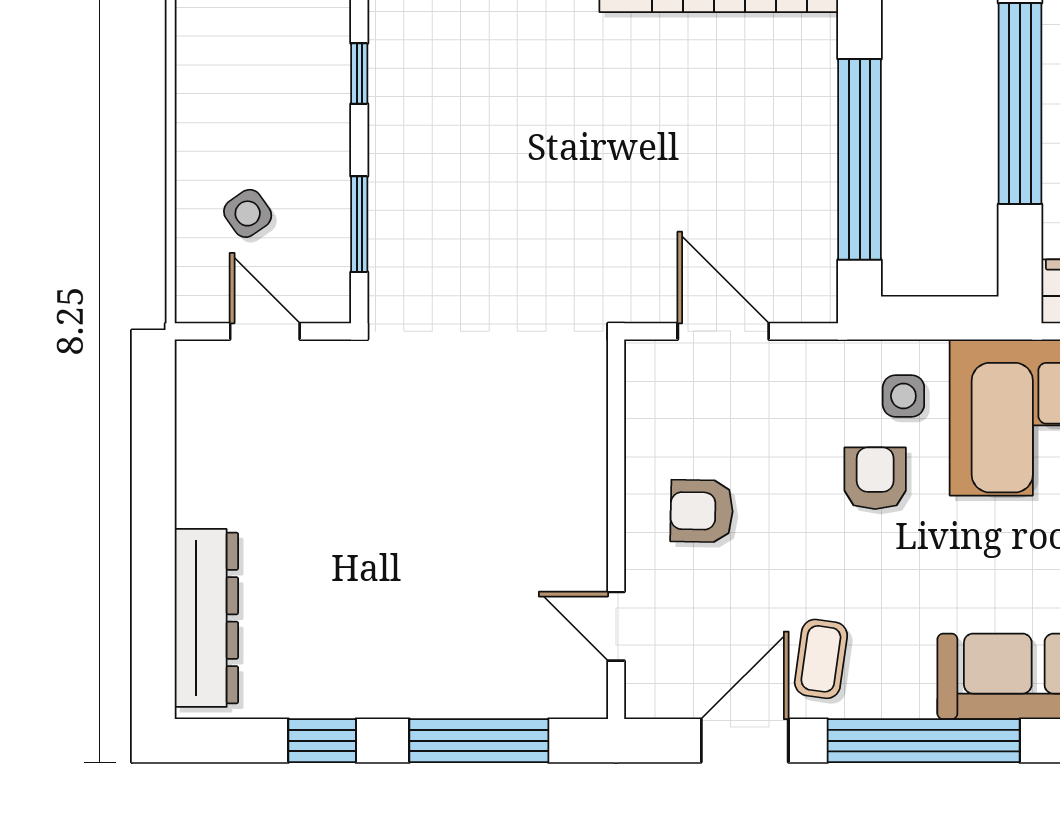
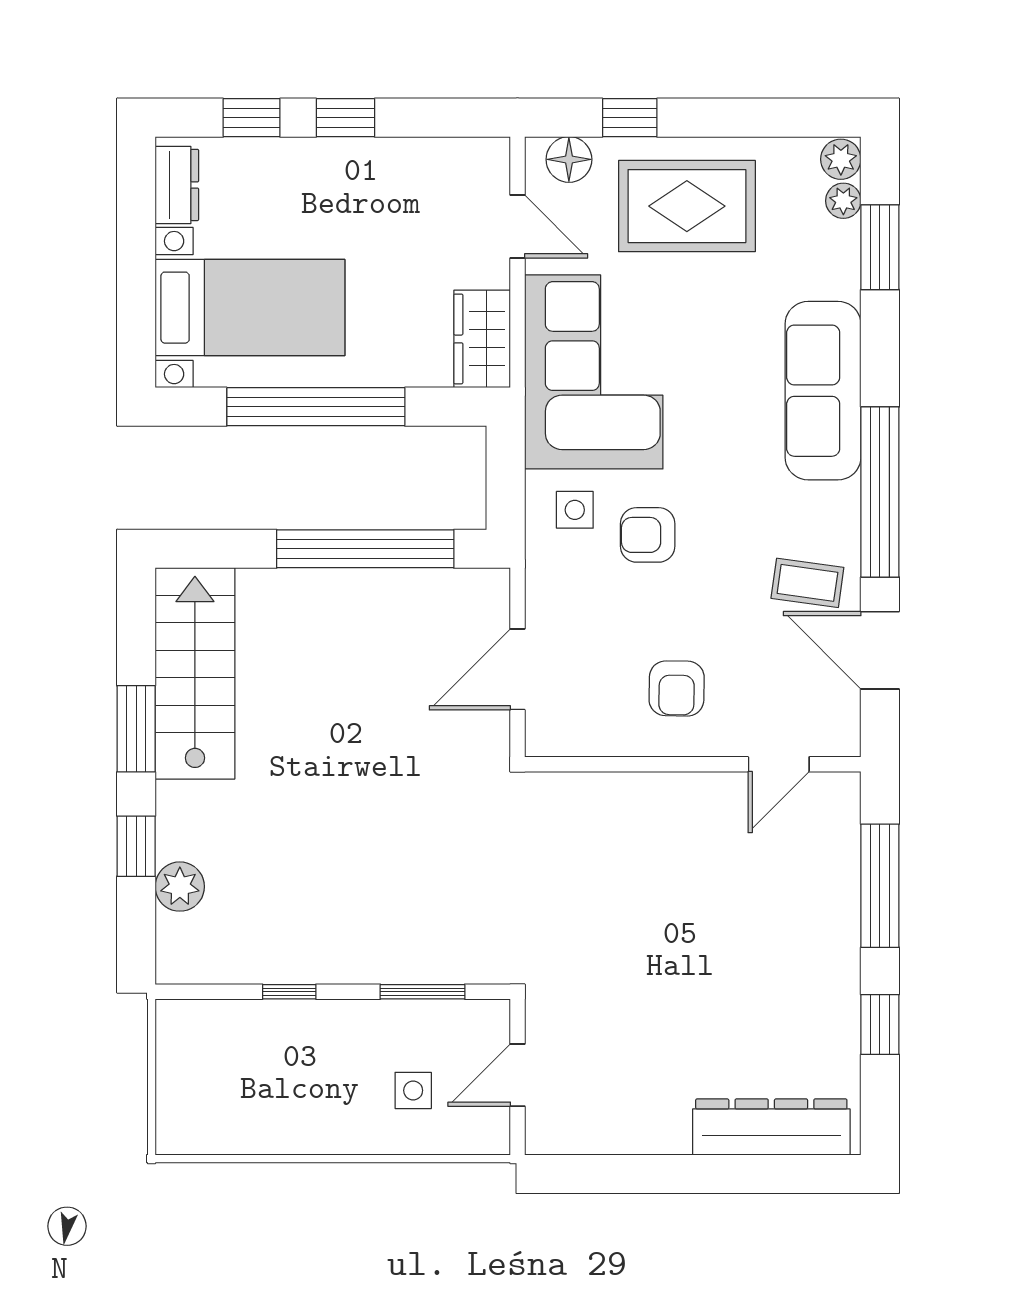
side table: (248, 213) -> (413, 1090), turned 35

